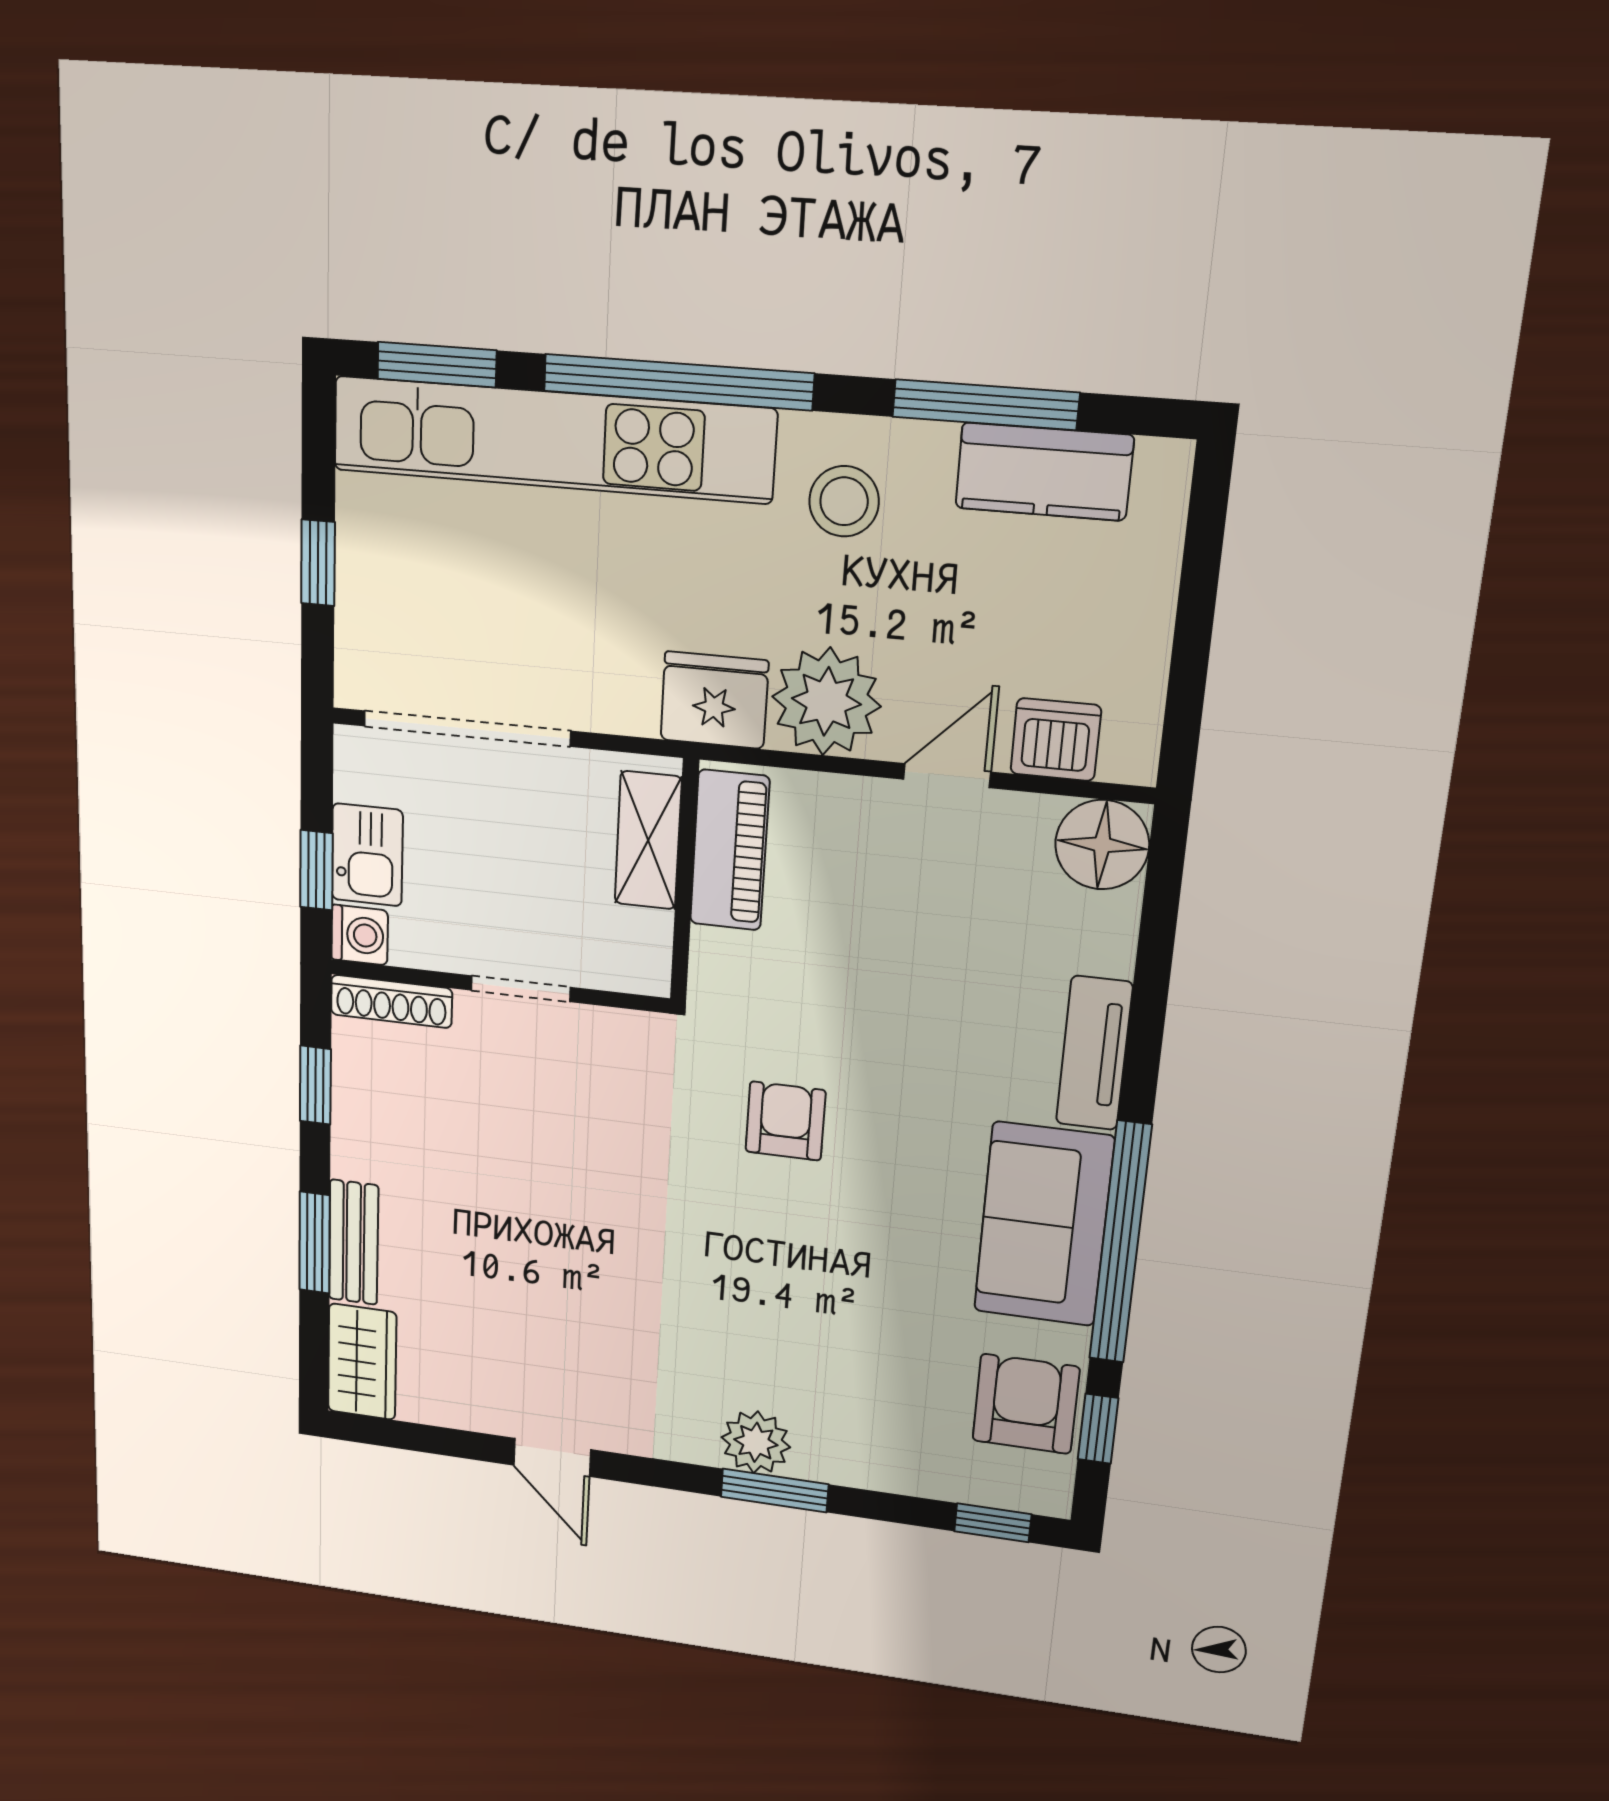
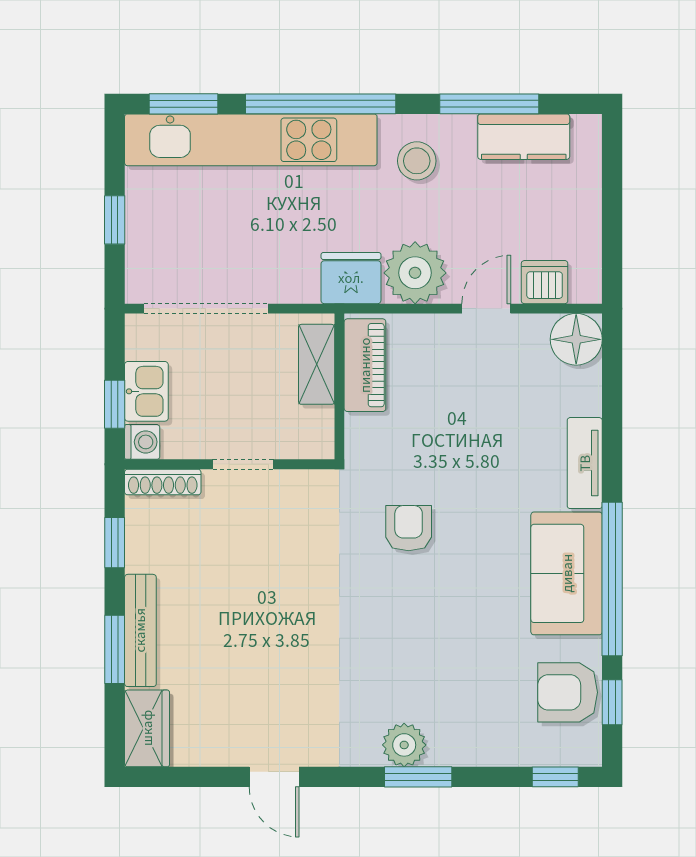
bench: (354, 1242) -> (140, 630), width x1.36
armchair: (1026, 1404) -> (568, 692), turned -90

